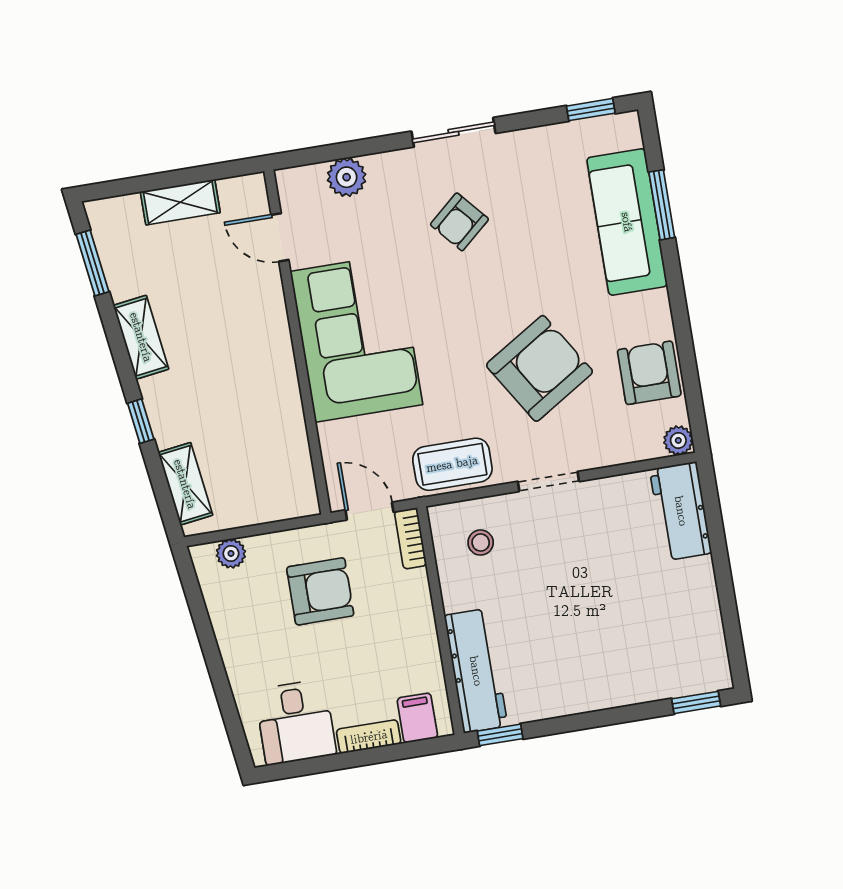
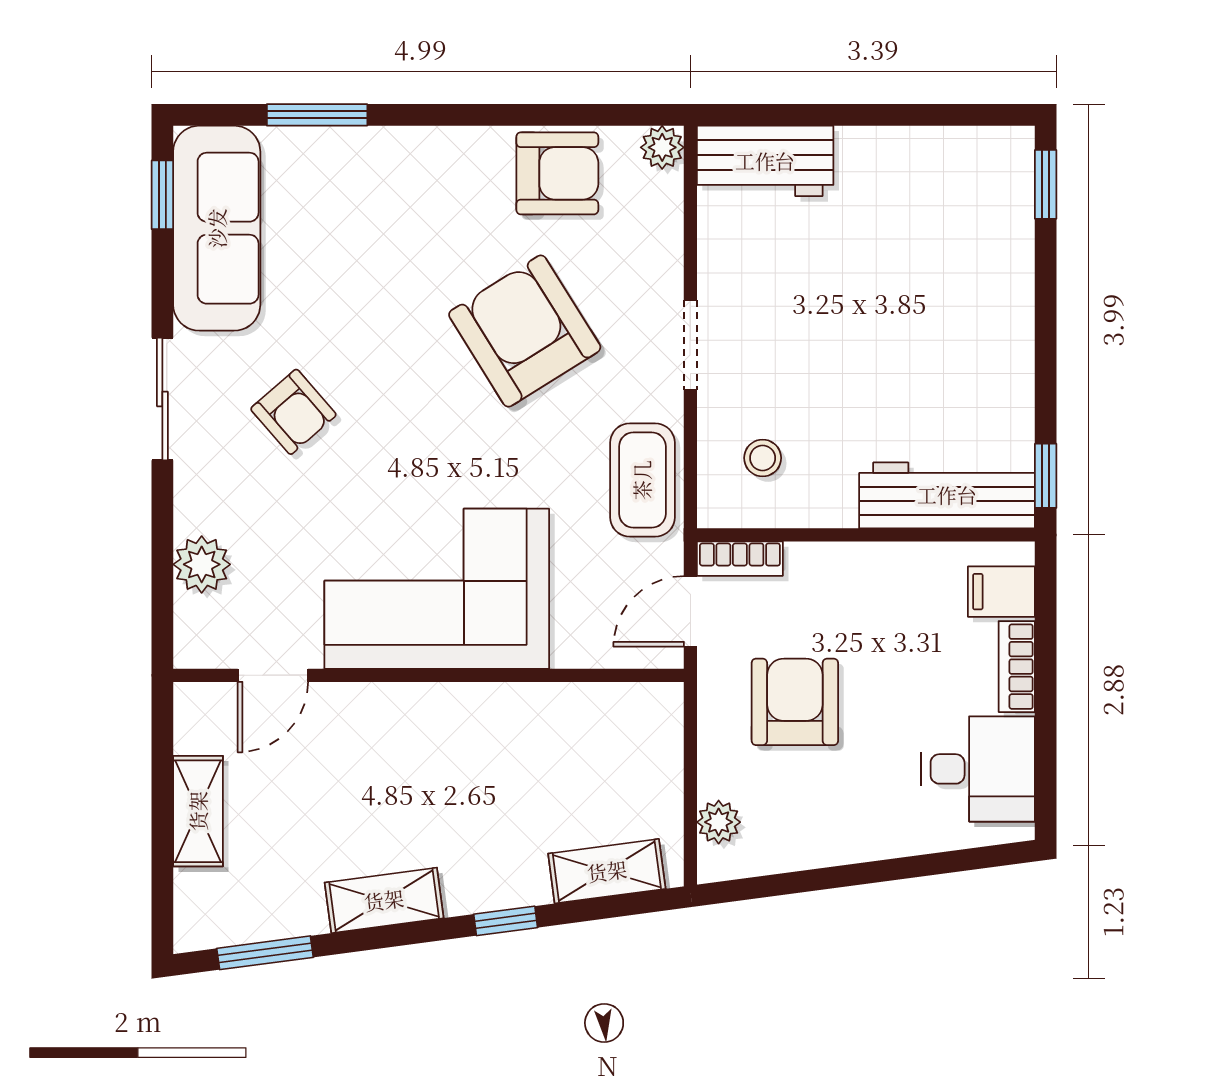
sofa: (627, 222) -> (217, 228), moved, turned -90
armchair: (649, 373) -> (557, 173), turned 180

